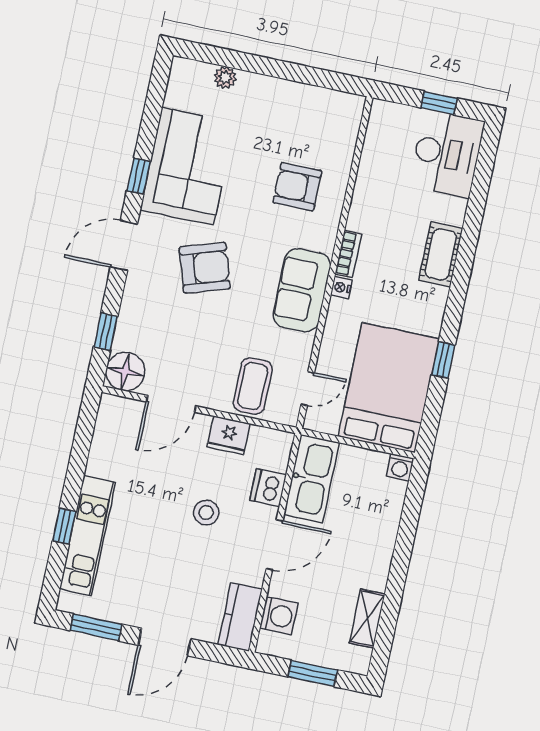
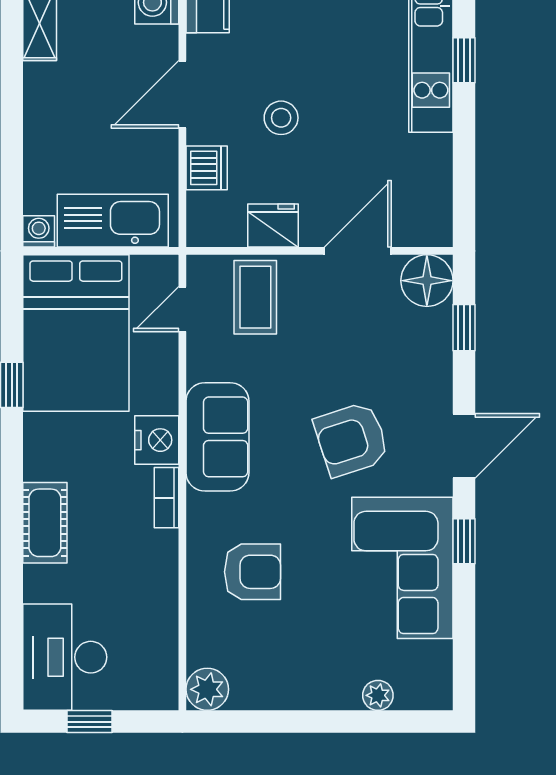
plant: (348, 108) -> (207, 689), added
nightstand: (341, 287) -> (157, 440), width x1.89, depth x1.79
kitchen sink: (312, 479) -> (113, 221), moved, turned 90

